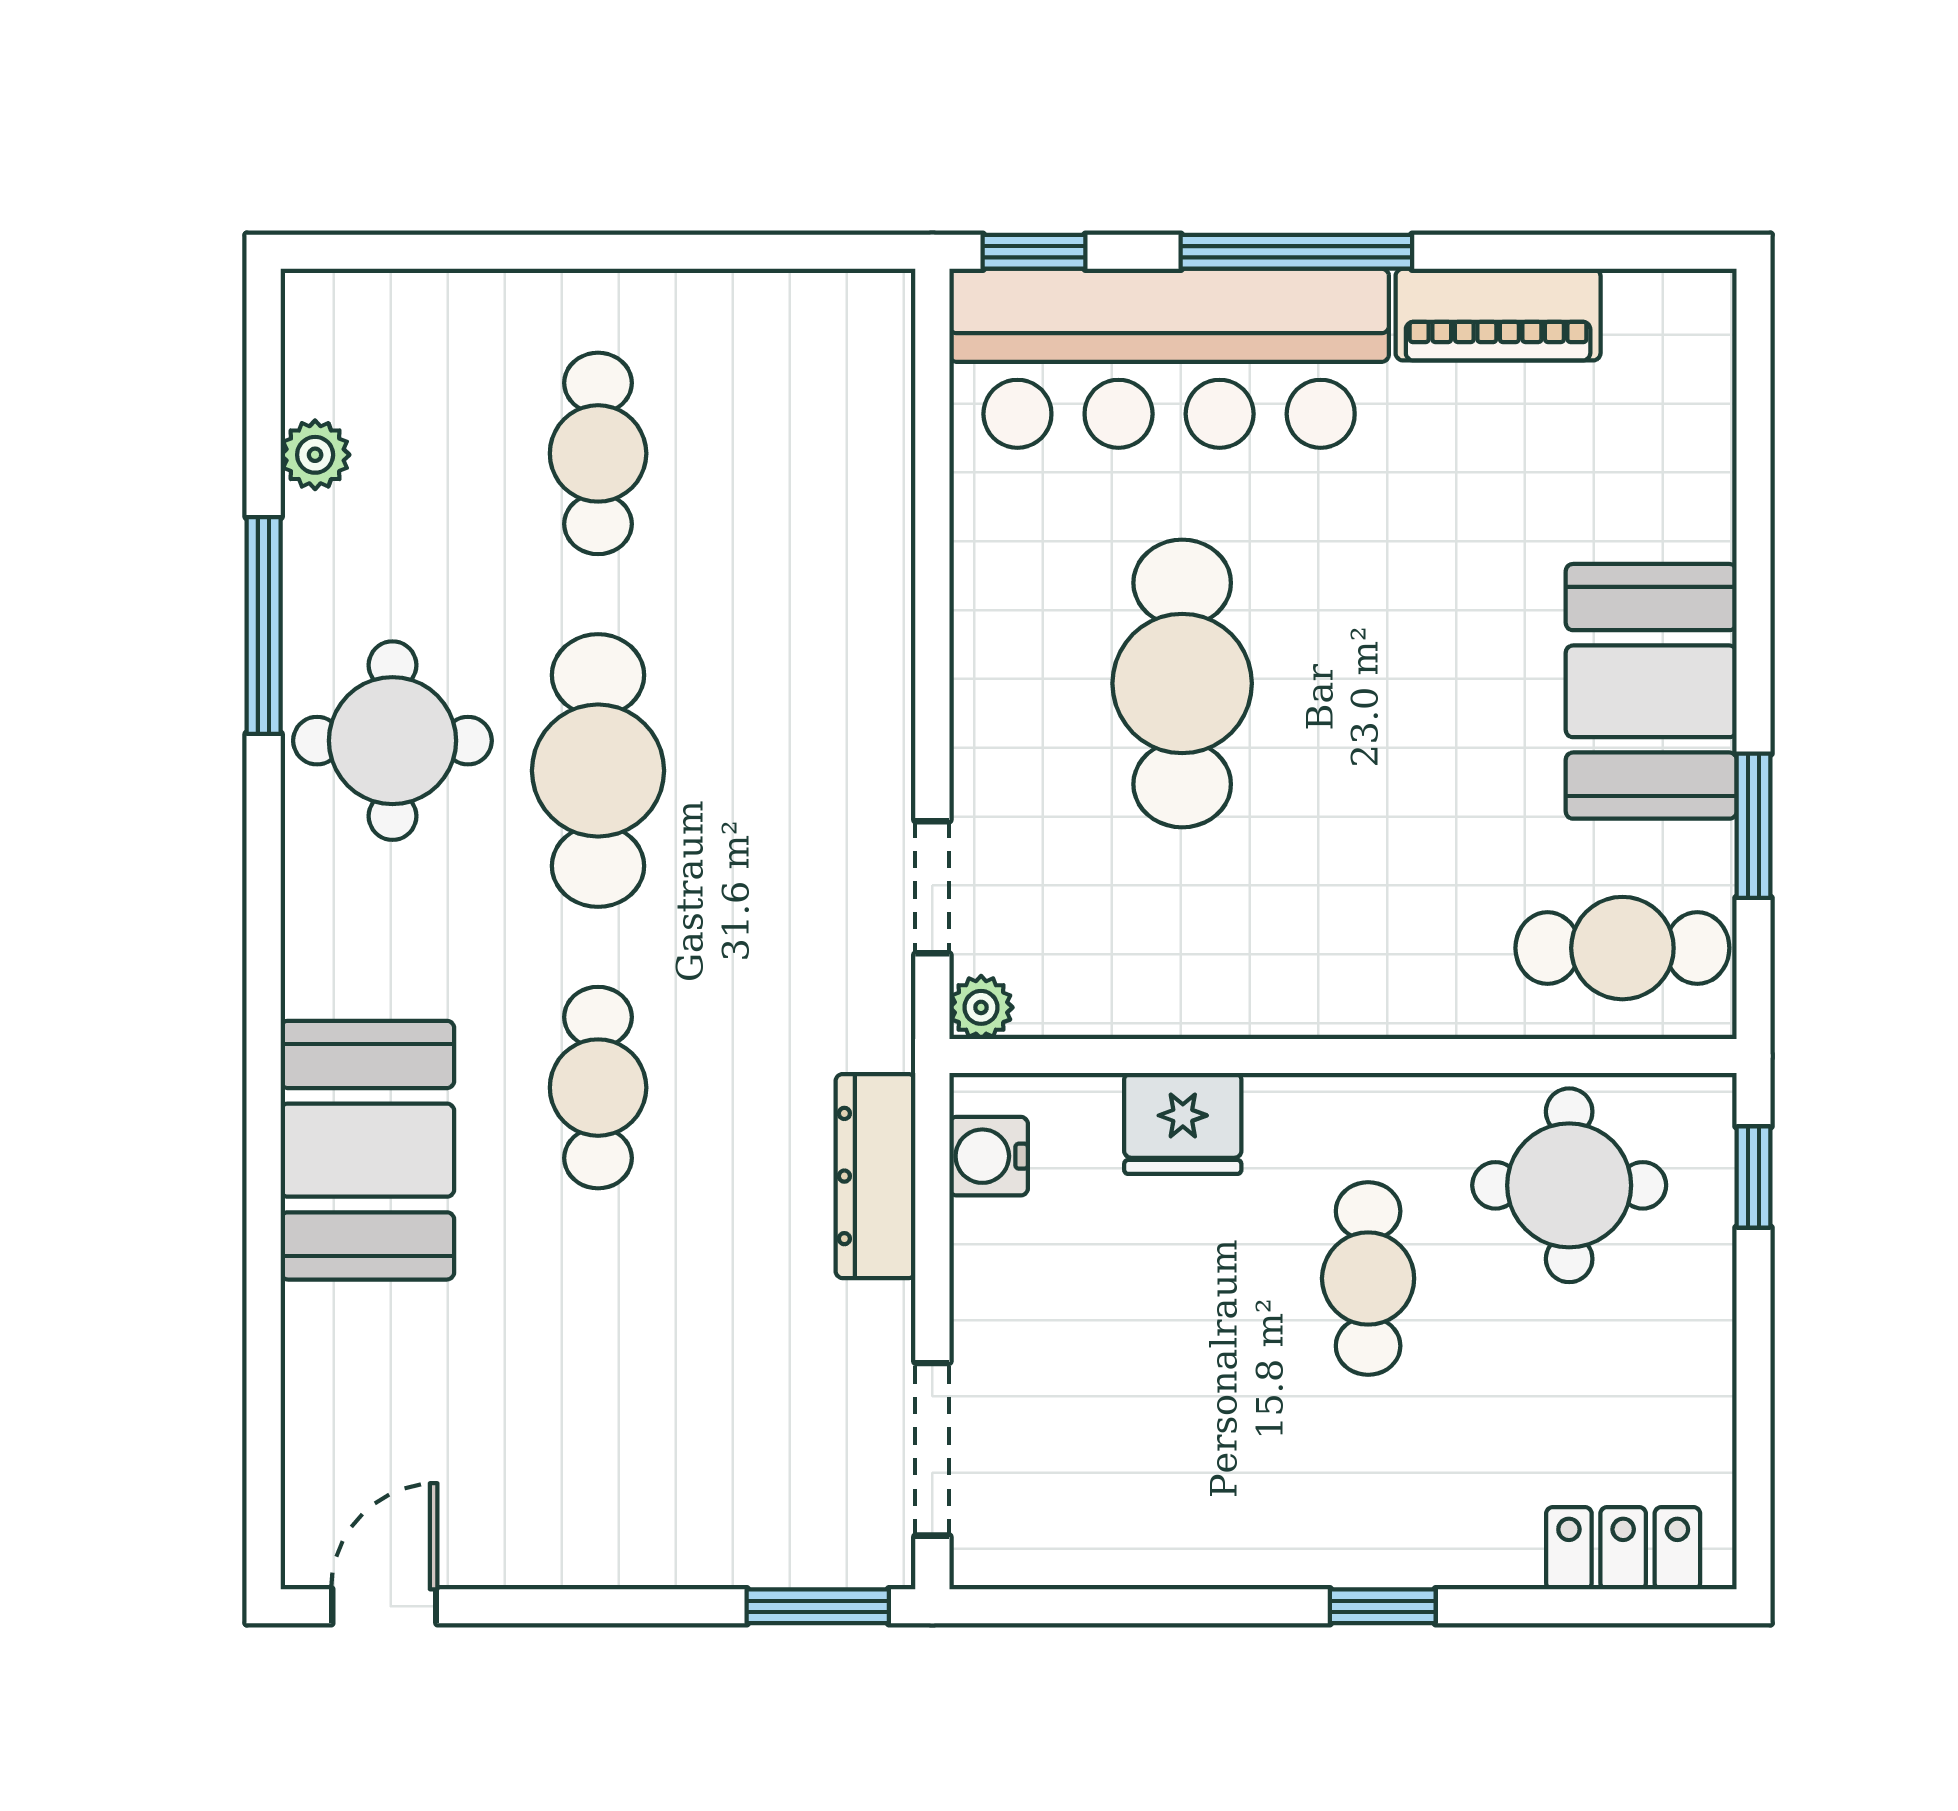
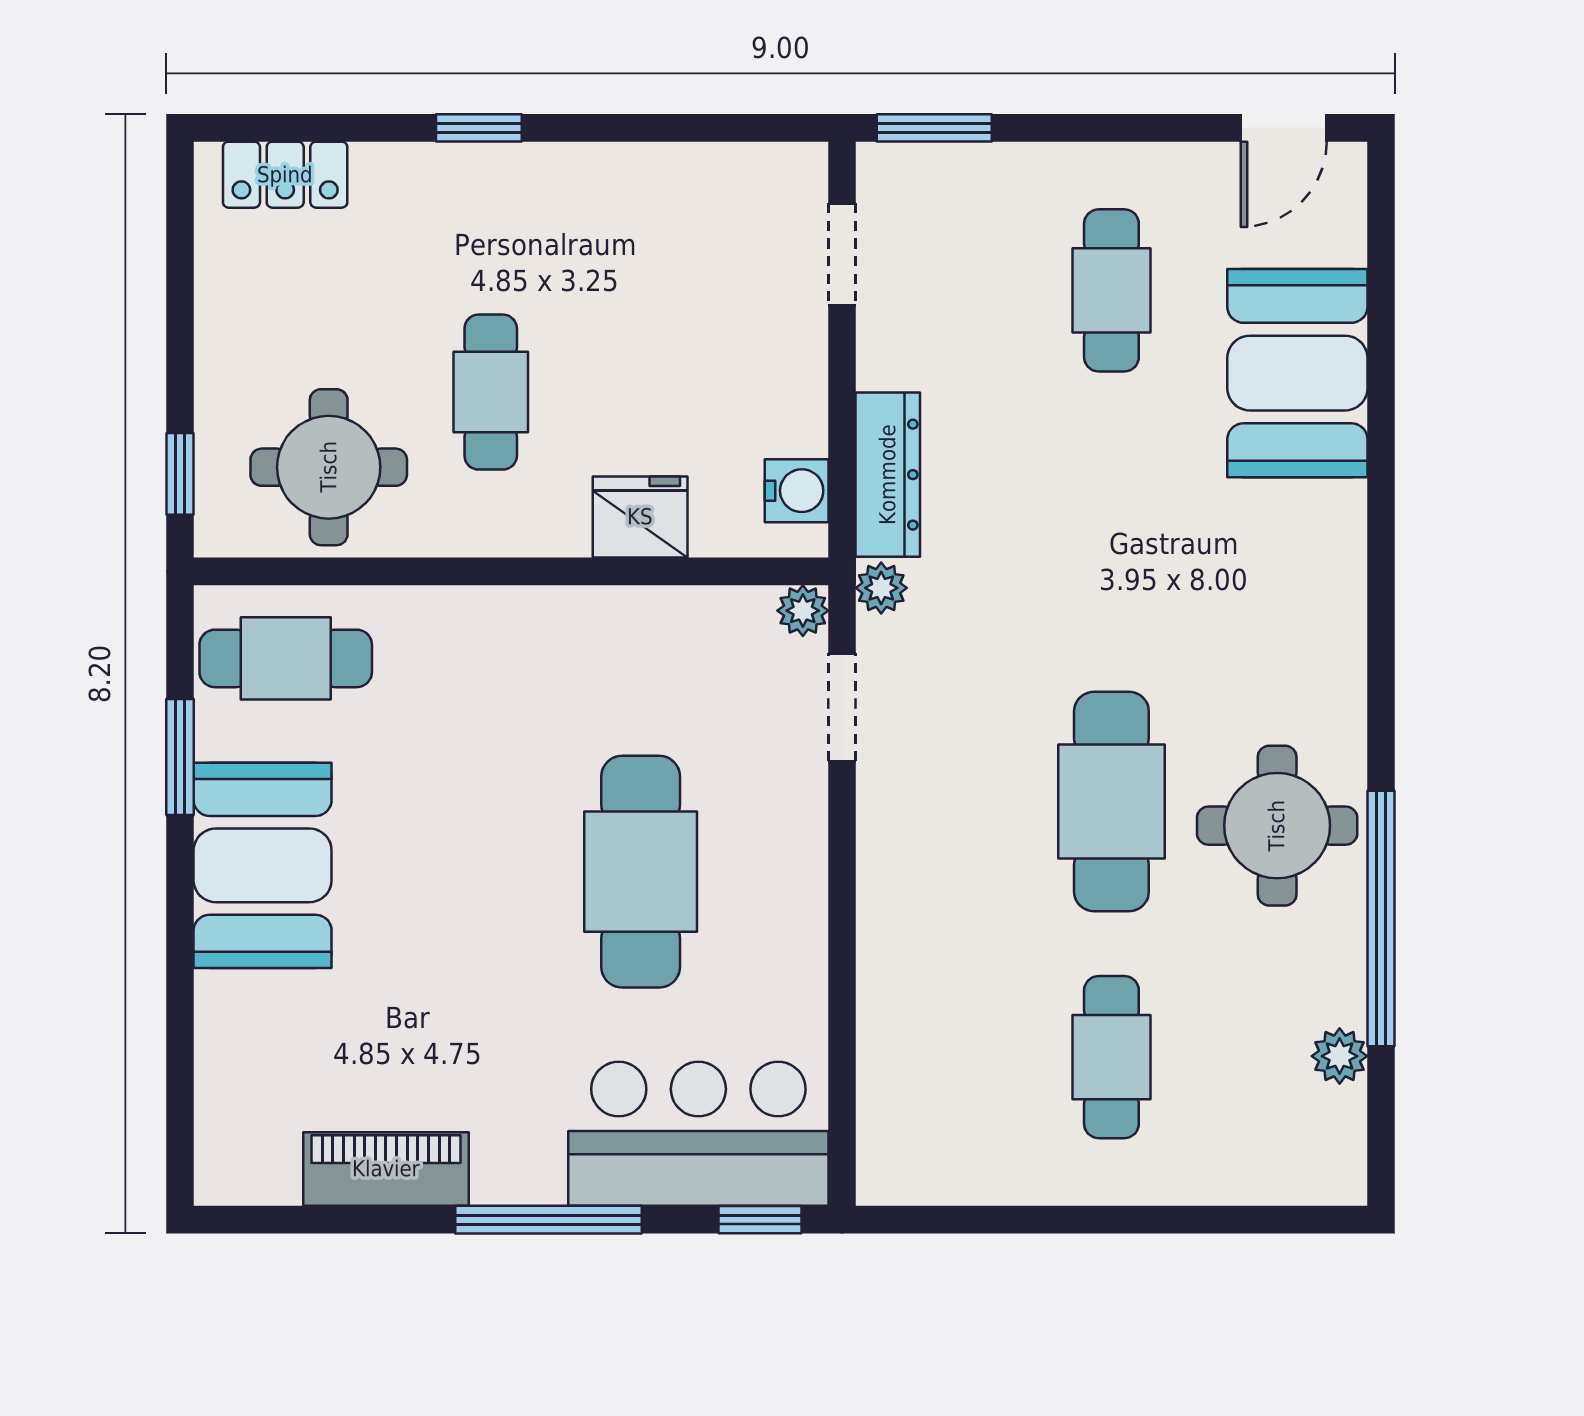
bar counter: (1169, 358) -> (698, 1134), width x0.73
window: (264, 625) -> (1381, 918), width x1.46
plant: (884, 1035) -> (881, 588), added
cafe table: (598, 1088) -> (1111, 290), moved
booth: (367, 1150) -> (1297, 373), moved
doorway: (932, 1449) -> (842, 254), width x0.73

